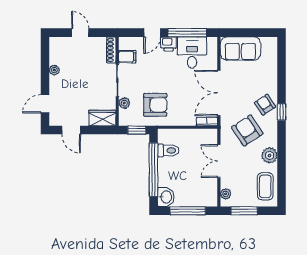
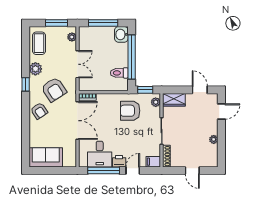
sofa: (240, 48) -> (46, 157), moved
filing cabinet: (127, 57) -> (153, 162), moved
plant: (124, 103) -> (156, 102), moved
window: (281, 112) -> (26, 84), moved

